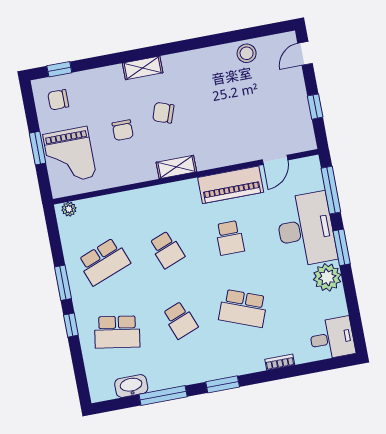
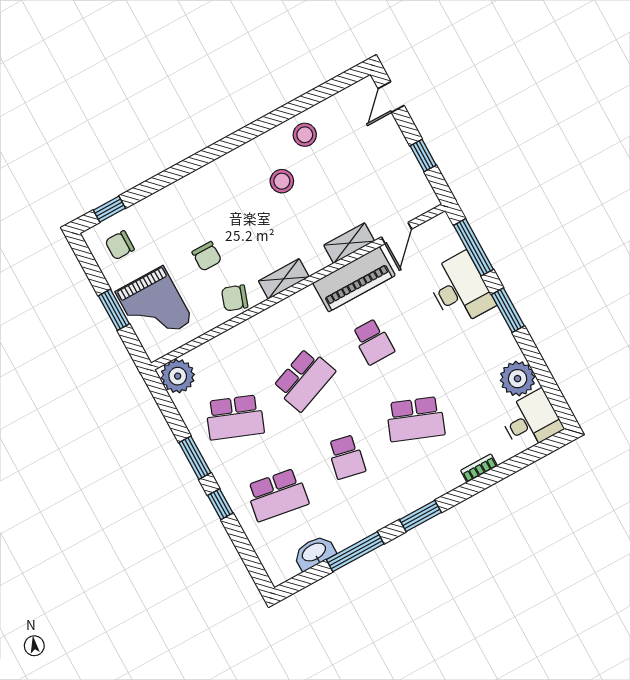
stool: (247, 53) -> (305, 135), moved
shelving: (143, 68) -> (349, 243), moved
stool: (200, 91) -> (282, 181), added
chair: (163, 113) -> (235, 298), moved
plant: (69, 209) -> (178, 376), width x1.88, depth x1.88
desk: (306, 230) -> (460, 289), width x0.73, depth x0.77
school desk: (167, 250) -> (304, 379), width x1.85
school desk: (104, 262) -> (235, 417), turned 42
plant: (327, 277) -> (518, 379), moved
school desk: (180, 320) -> (346, 457), turned 33

